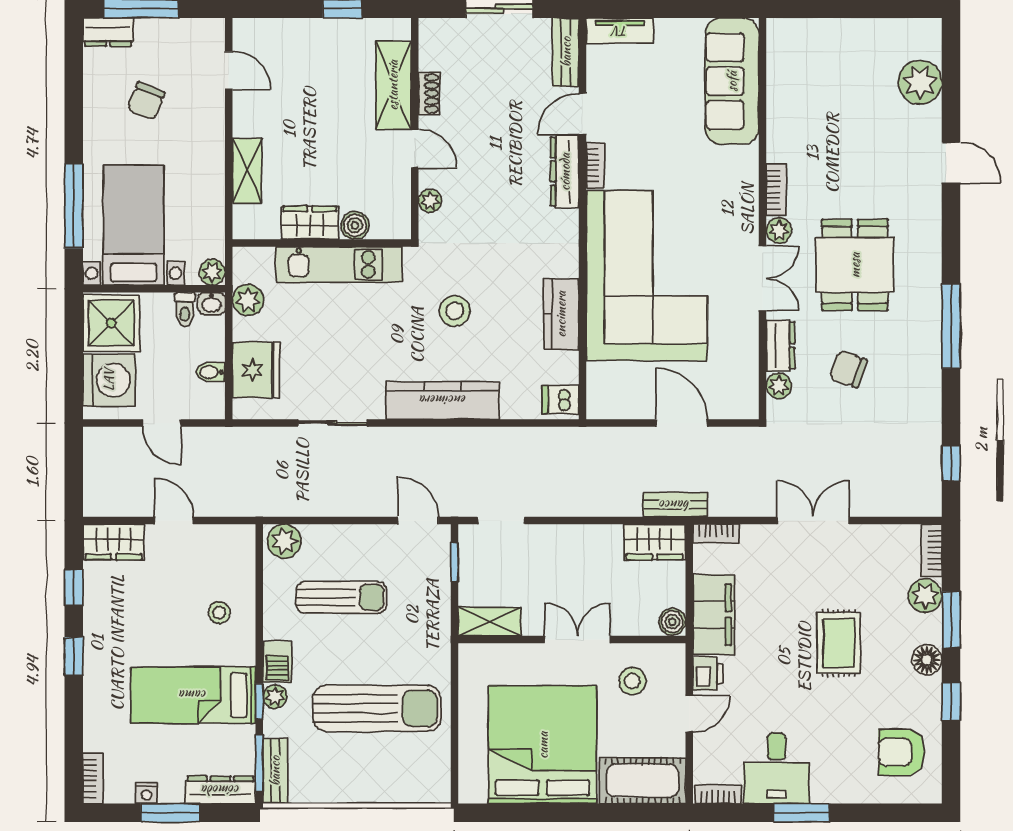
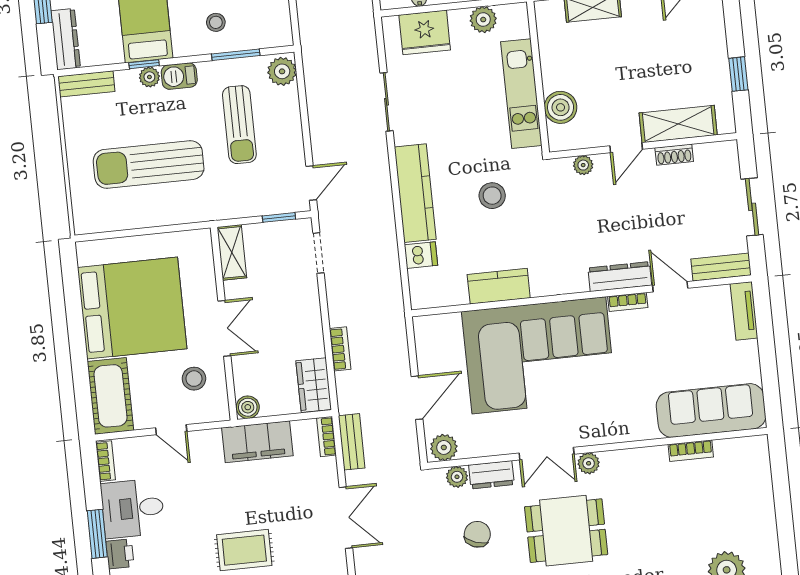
bookcase: (776, 190) -> (691, 451), moved
wardrobe: (310, 223) -> (554, 65), removed
boiler: (355, 225) -> (561, 107), width x1.36, depth x1.36
plant: (743, 398) -> (444, 447), added
dishwasher: (561, 400) -> (421, 255), moved, turned 90
bench: (675, 505) -> (352, 442), moved
bookcase: (615, 507) -> (340, 349), added
printer: (708, 674) -> (120, 554), moved, turned -90
sun lounger: (377, 708) -> (149, 164), turned 90
window: (259, 763) -> (236, 55), moved

